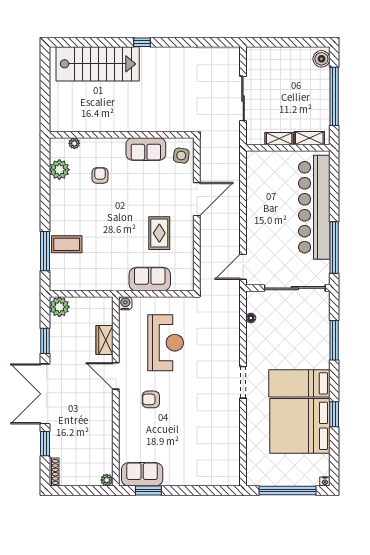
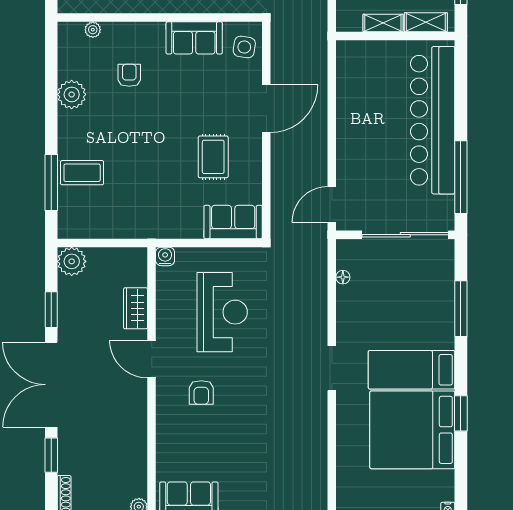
plant: (59, 170) -> (72, 94), moved
sofa: (150, 279) -> (233, 222), moved
armchair: (151, 399) -> (201, 392), turned -90

